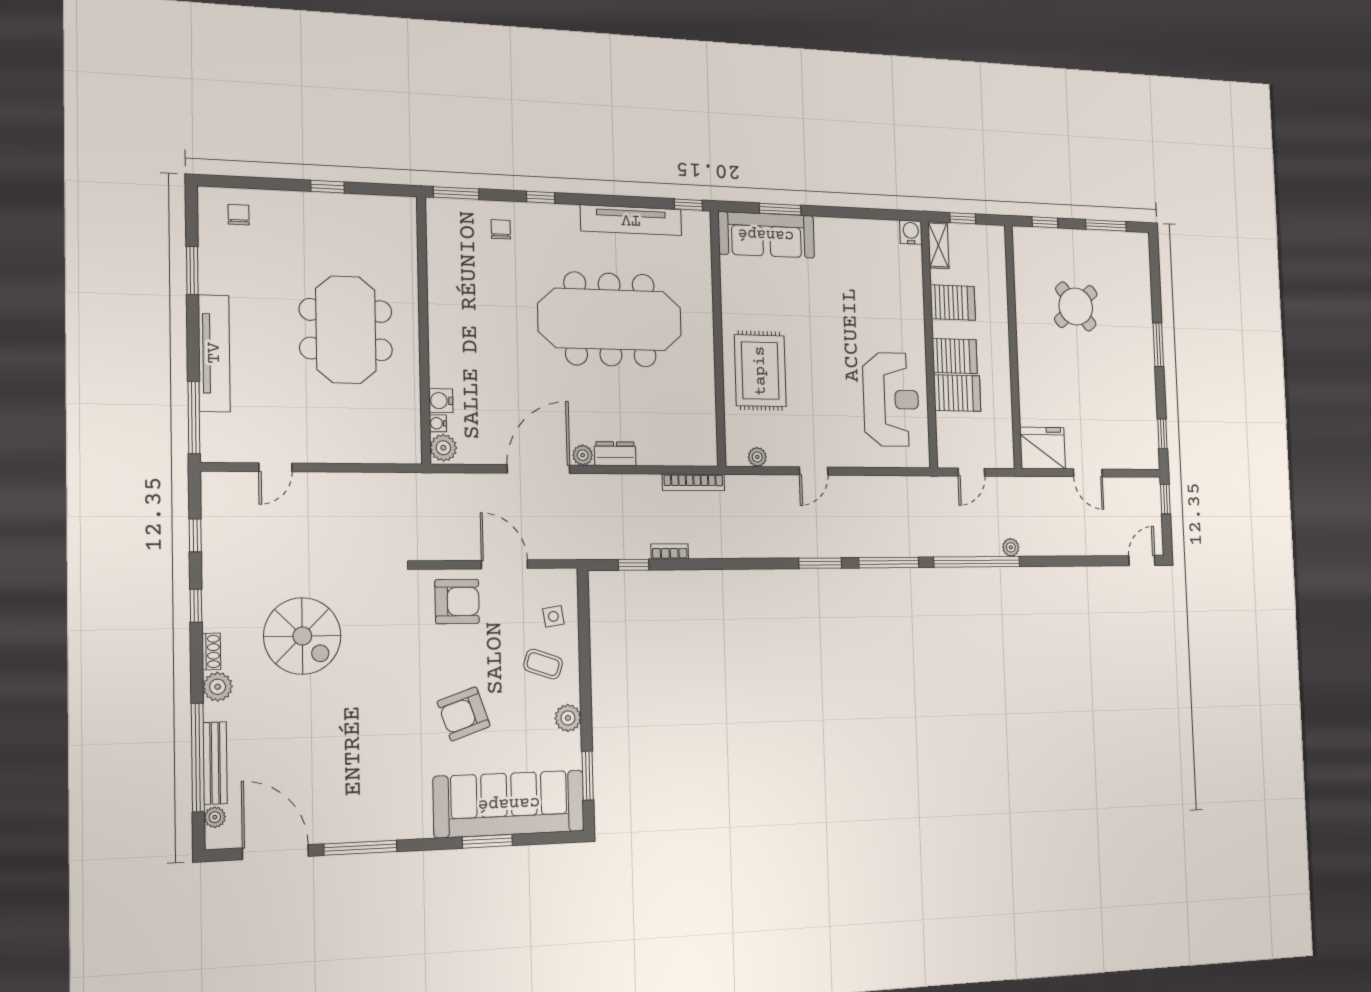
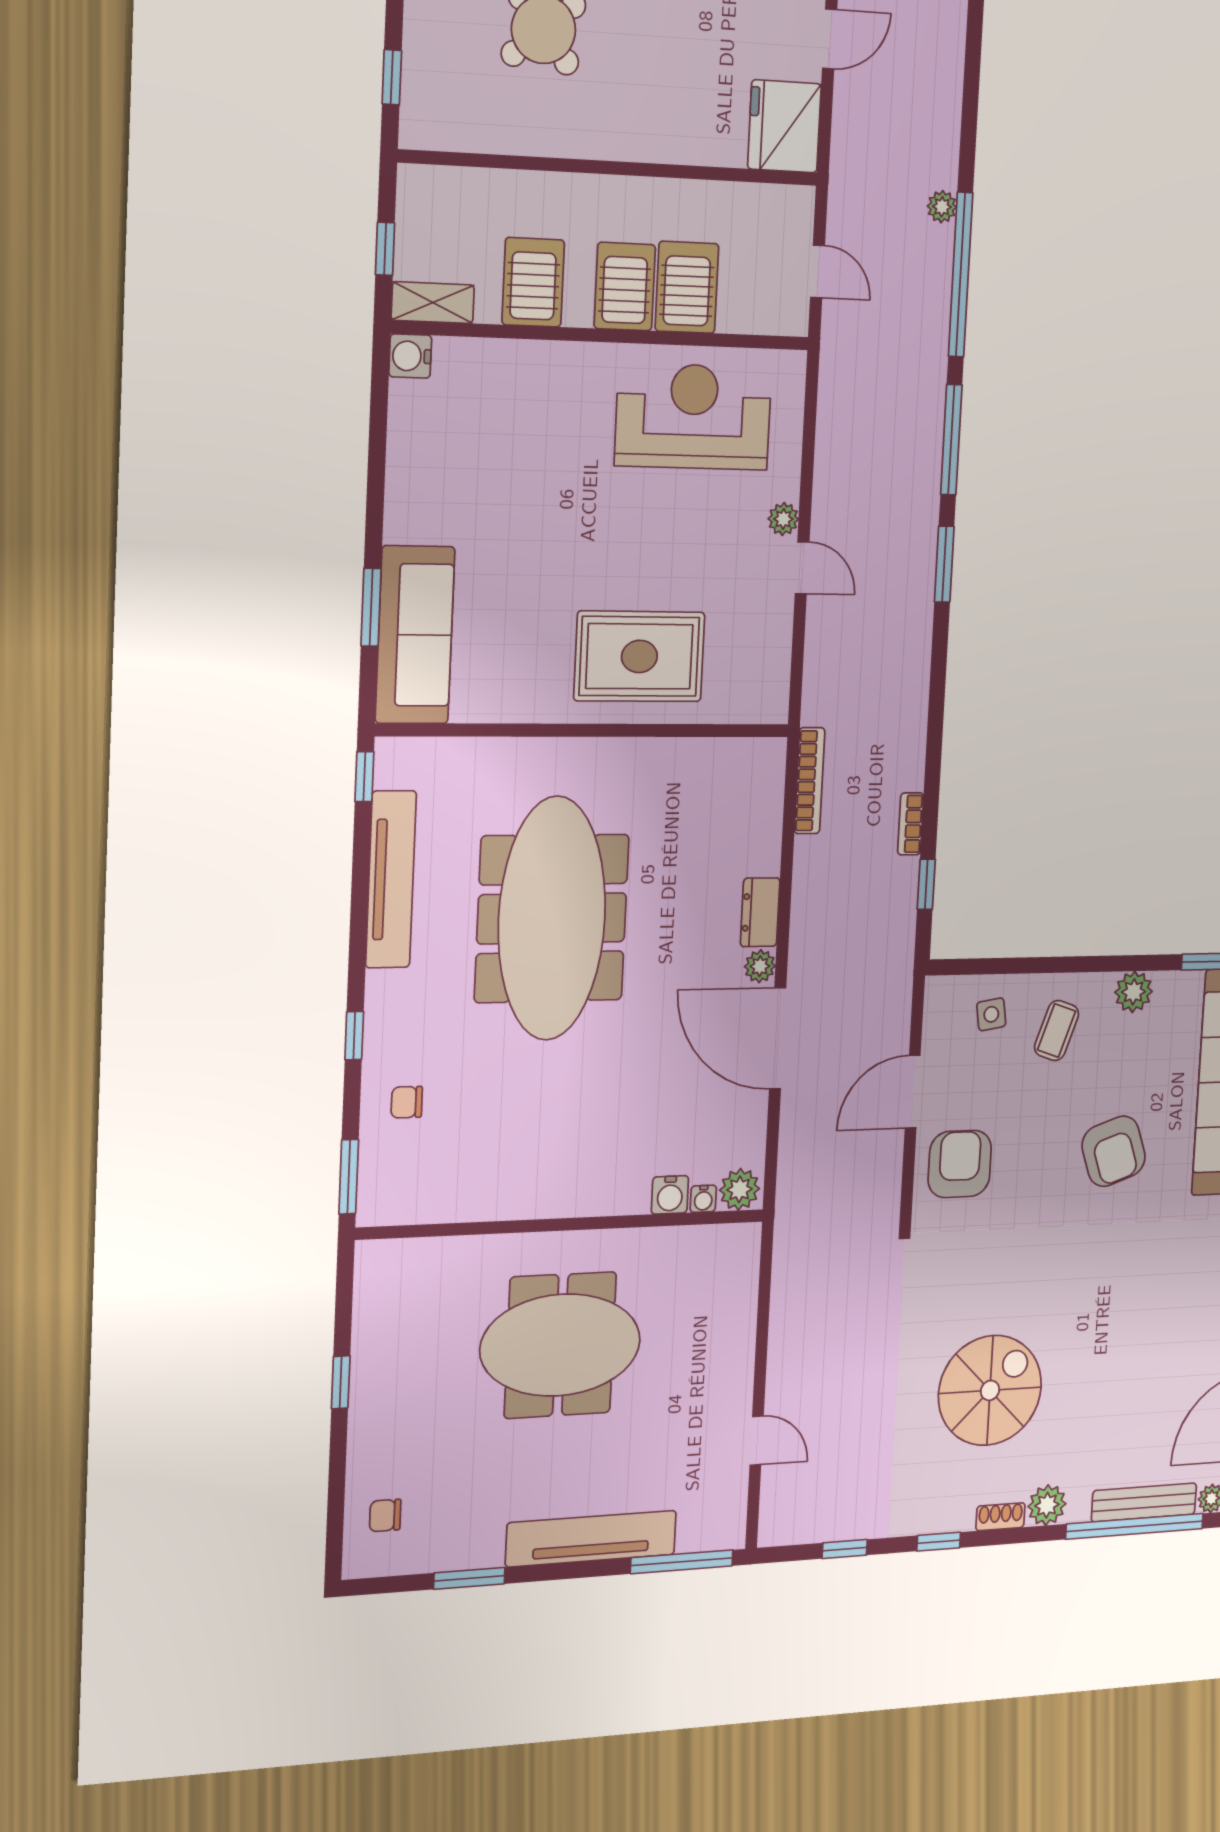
plant: (757, 457) -> (783, 519), moved

